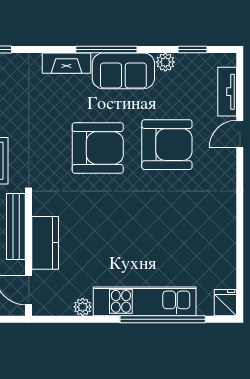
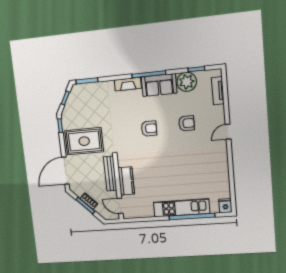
plant: (165, 62) -> (187, 82), width x1.88, depth x1.88
door: (240, 134) -> (228, 132), moved
armchair: (167, 145) -> (187, 123), width x0.53, depth x0.53
armchair: (98, 148) -> (149, 129), width x0.53, depth x0.53
plant: (83, 307) -> (149, 213), removed

